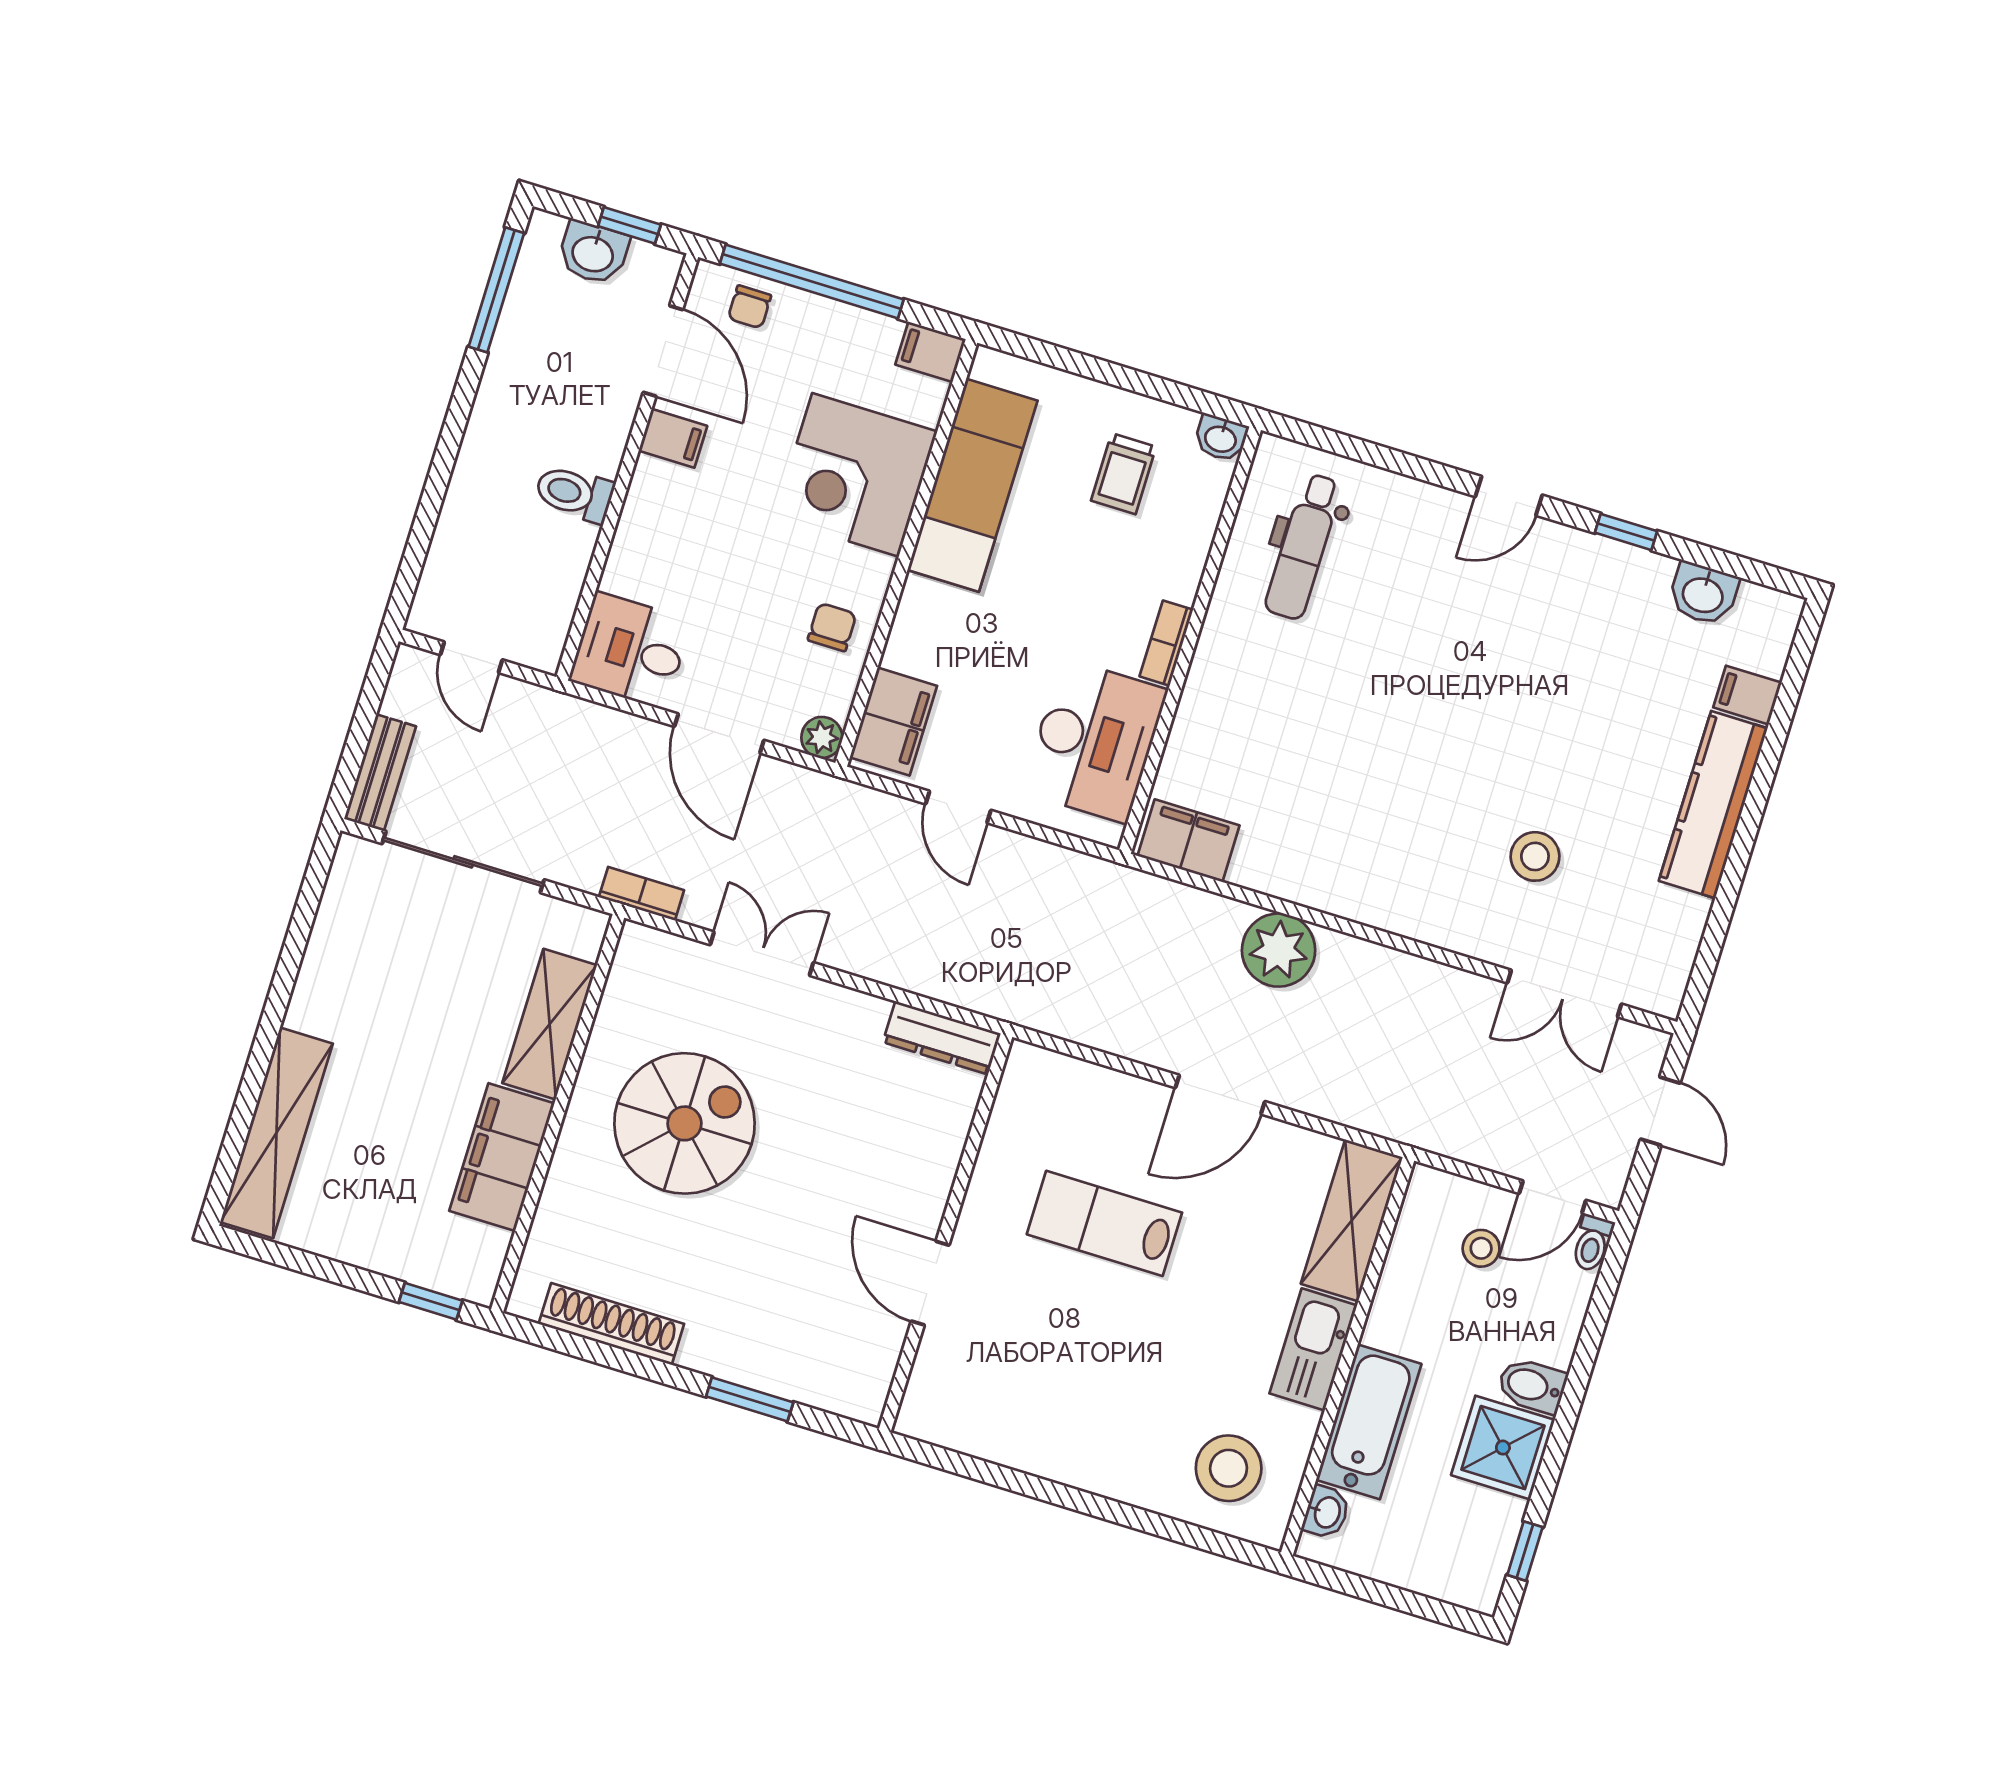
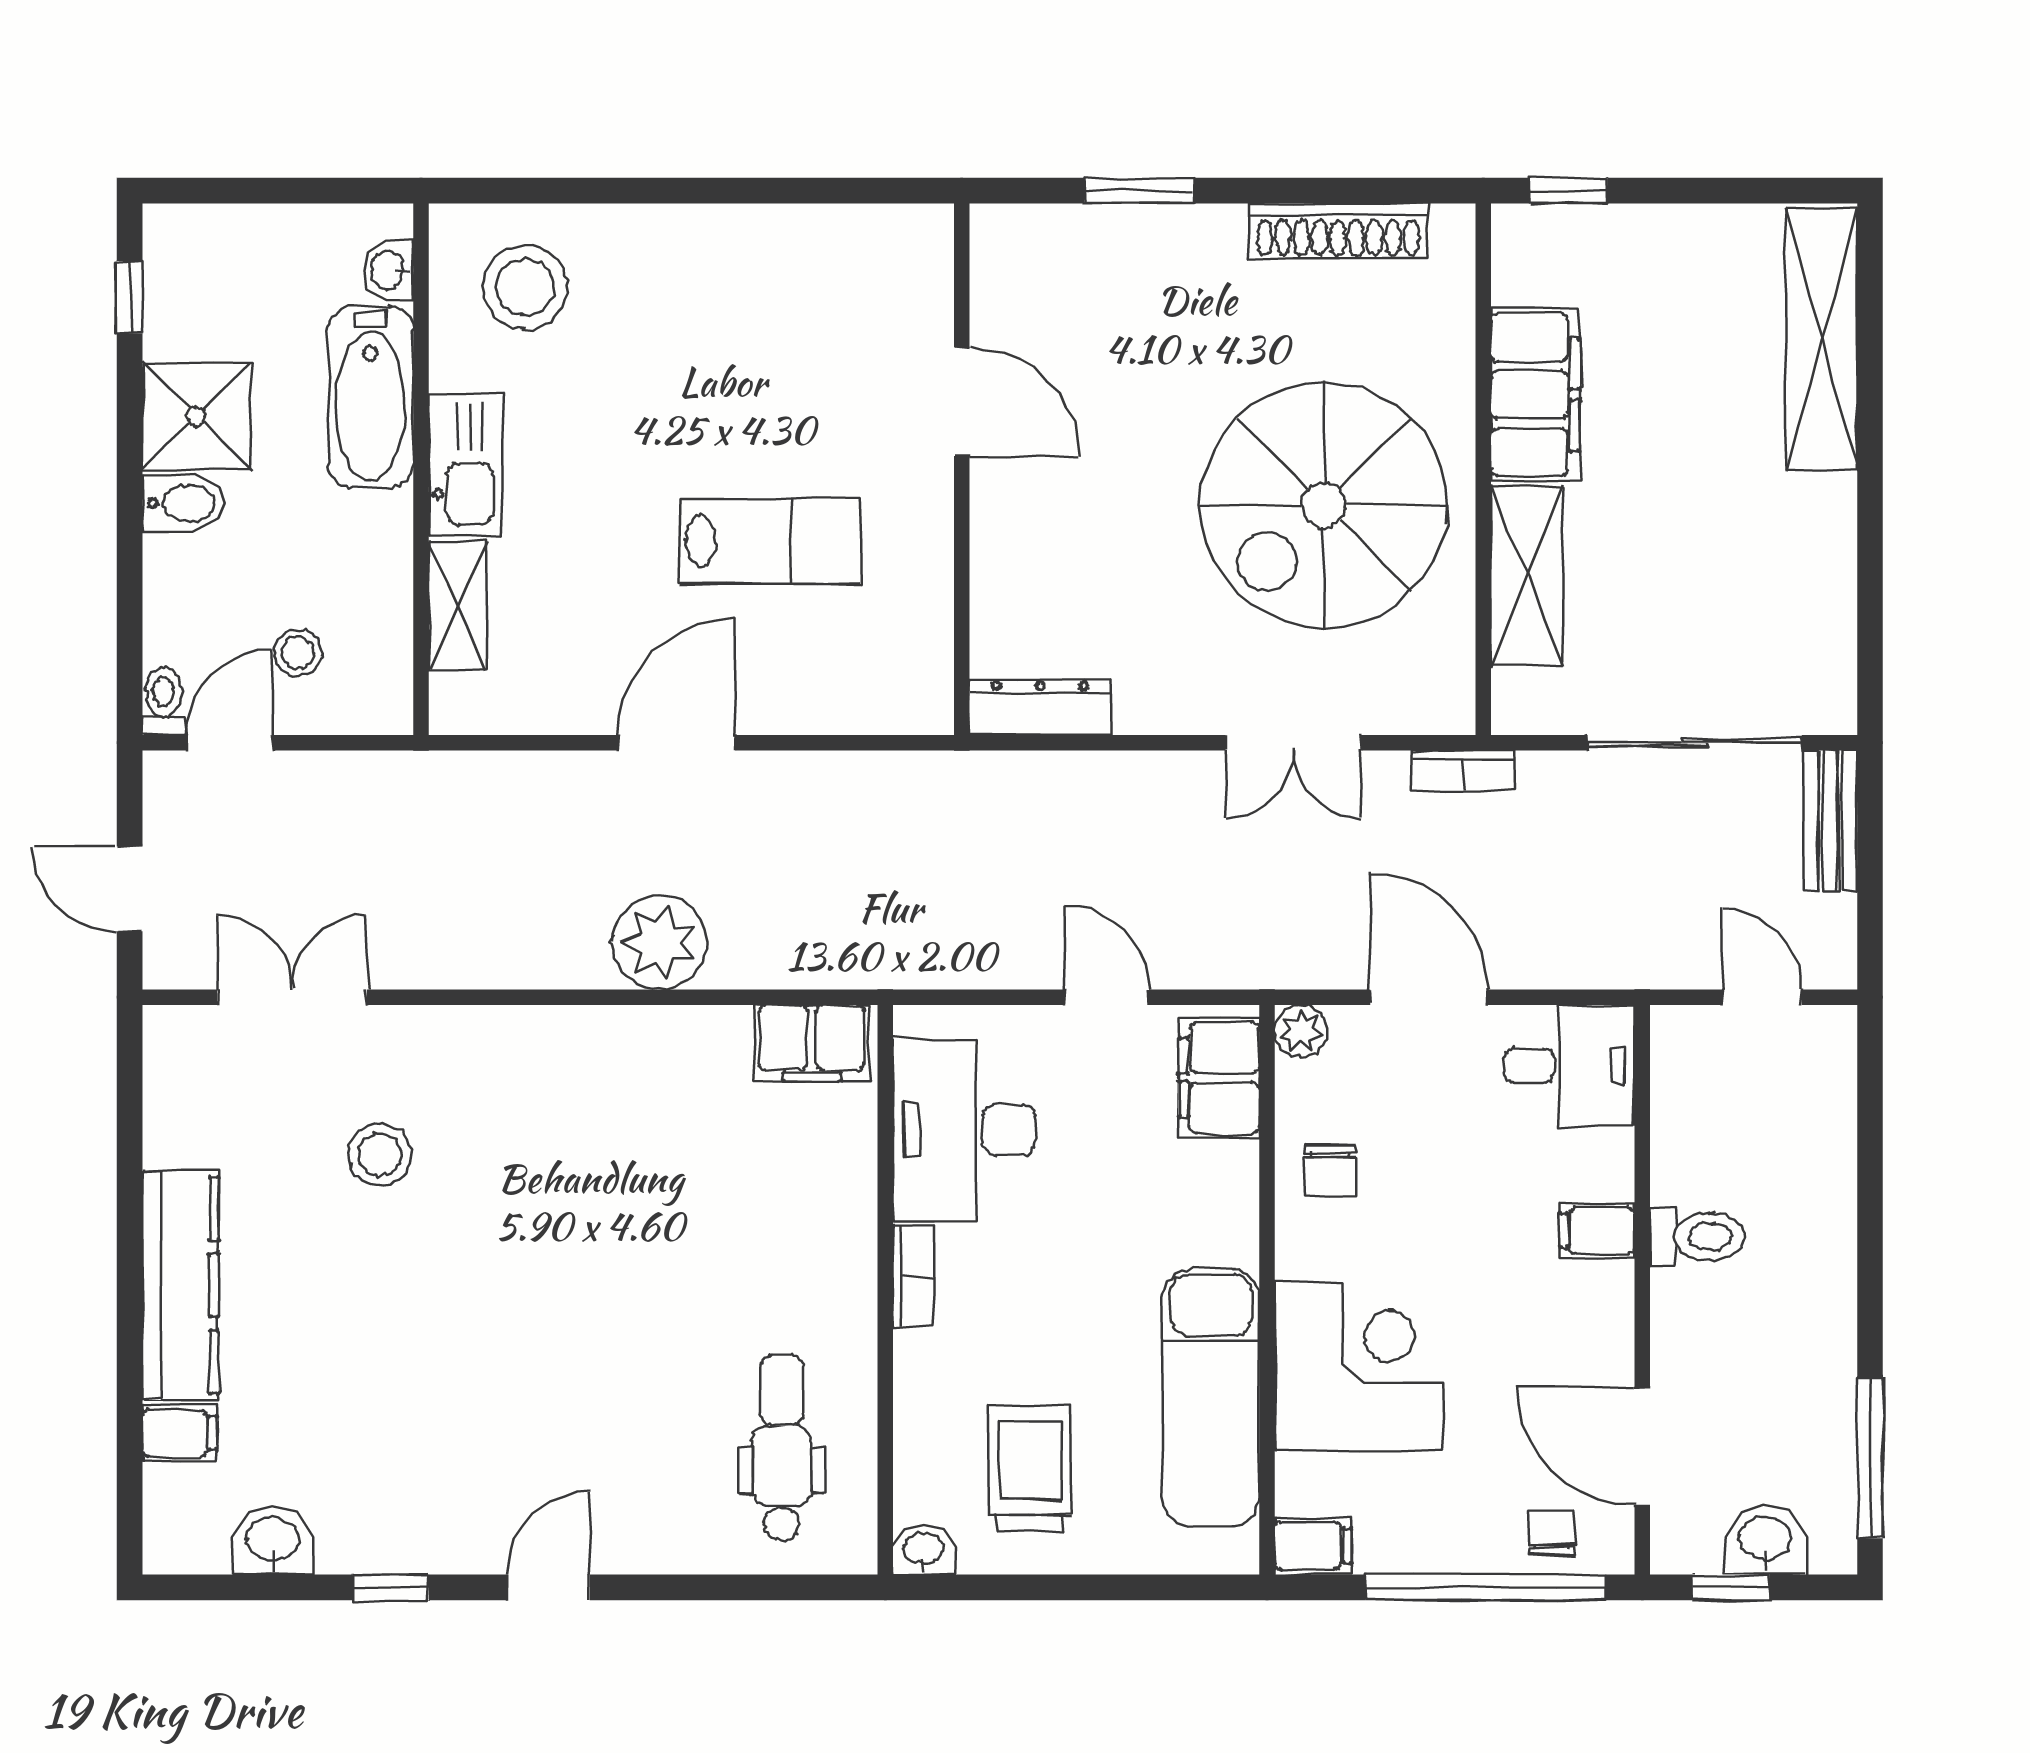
filing cabinet: (673, 438) -> (1597, 1231), moved
trolley: (1124, 474) -> (1030, 1469), width x1.36, depth x1.39
spiral stairs: (684, 1123) -> (1324, 505), width x1.37, depth x1.37
shelving: (1352, 1221) -> (458, 606), width x0.67, depth x0.75

